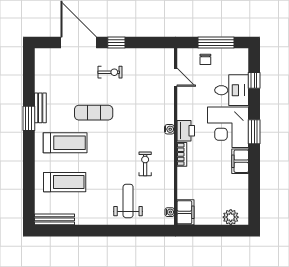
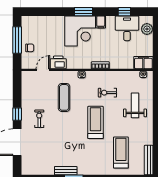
window: (254, 80) -> (124, 12), moved
desk: (232, 90) -> (127, 28), moved
exercise mat: (94, 113) -> (64, 97), moved
printer: (186, 131) -> (58, 62), moved
treadmill: (65, 143) -> (95, 122), moved
filing cabinet: (240, 161) -> (101, 22), width x0.50
weight bench: (128, 201) -> (135, 105), turned 90

